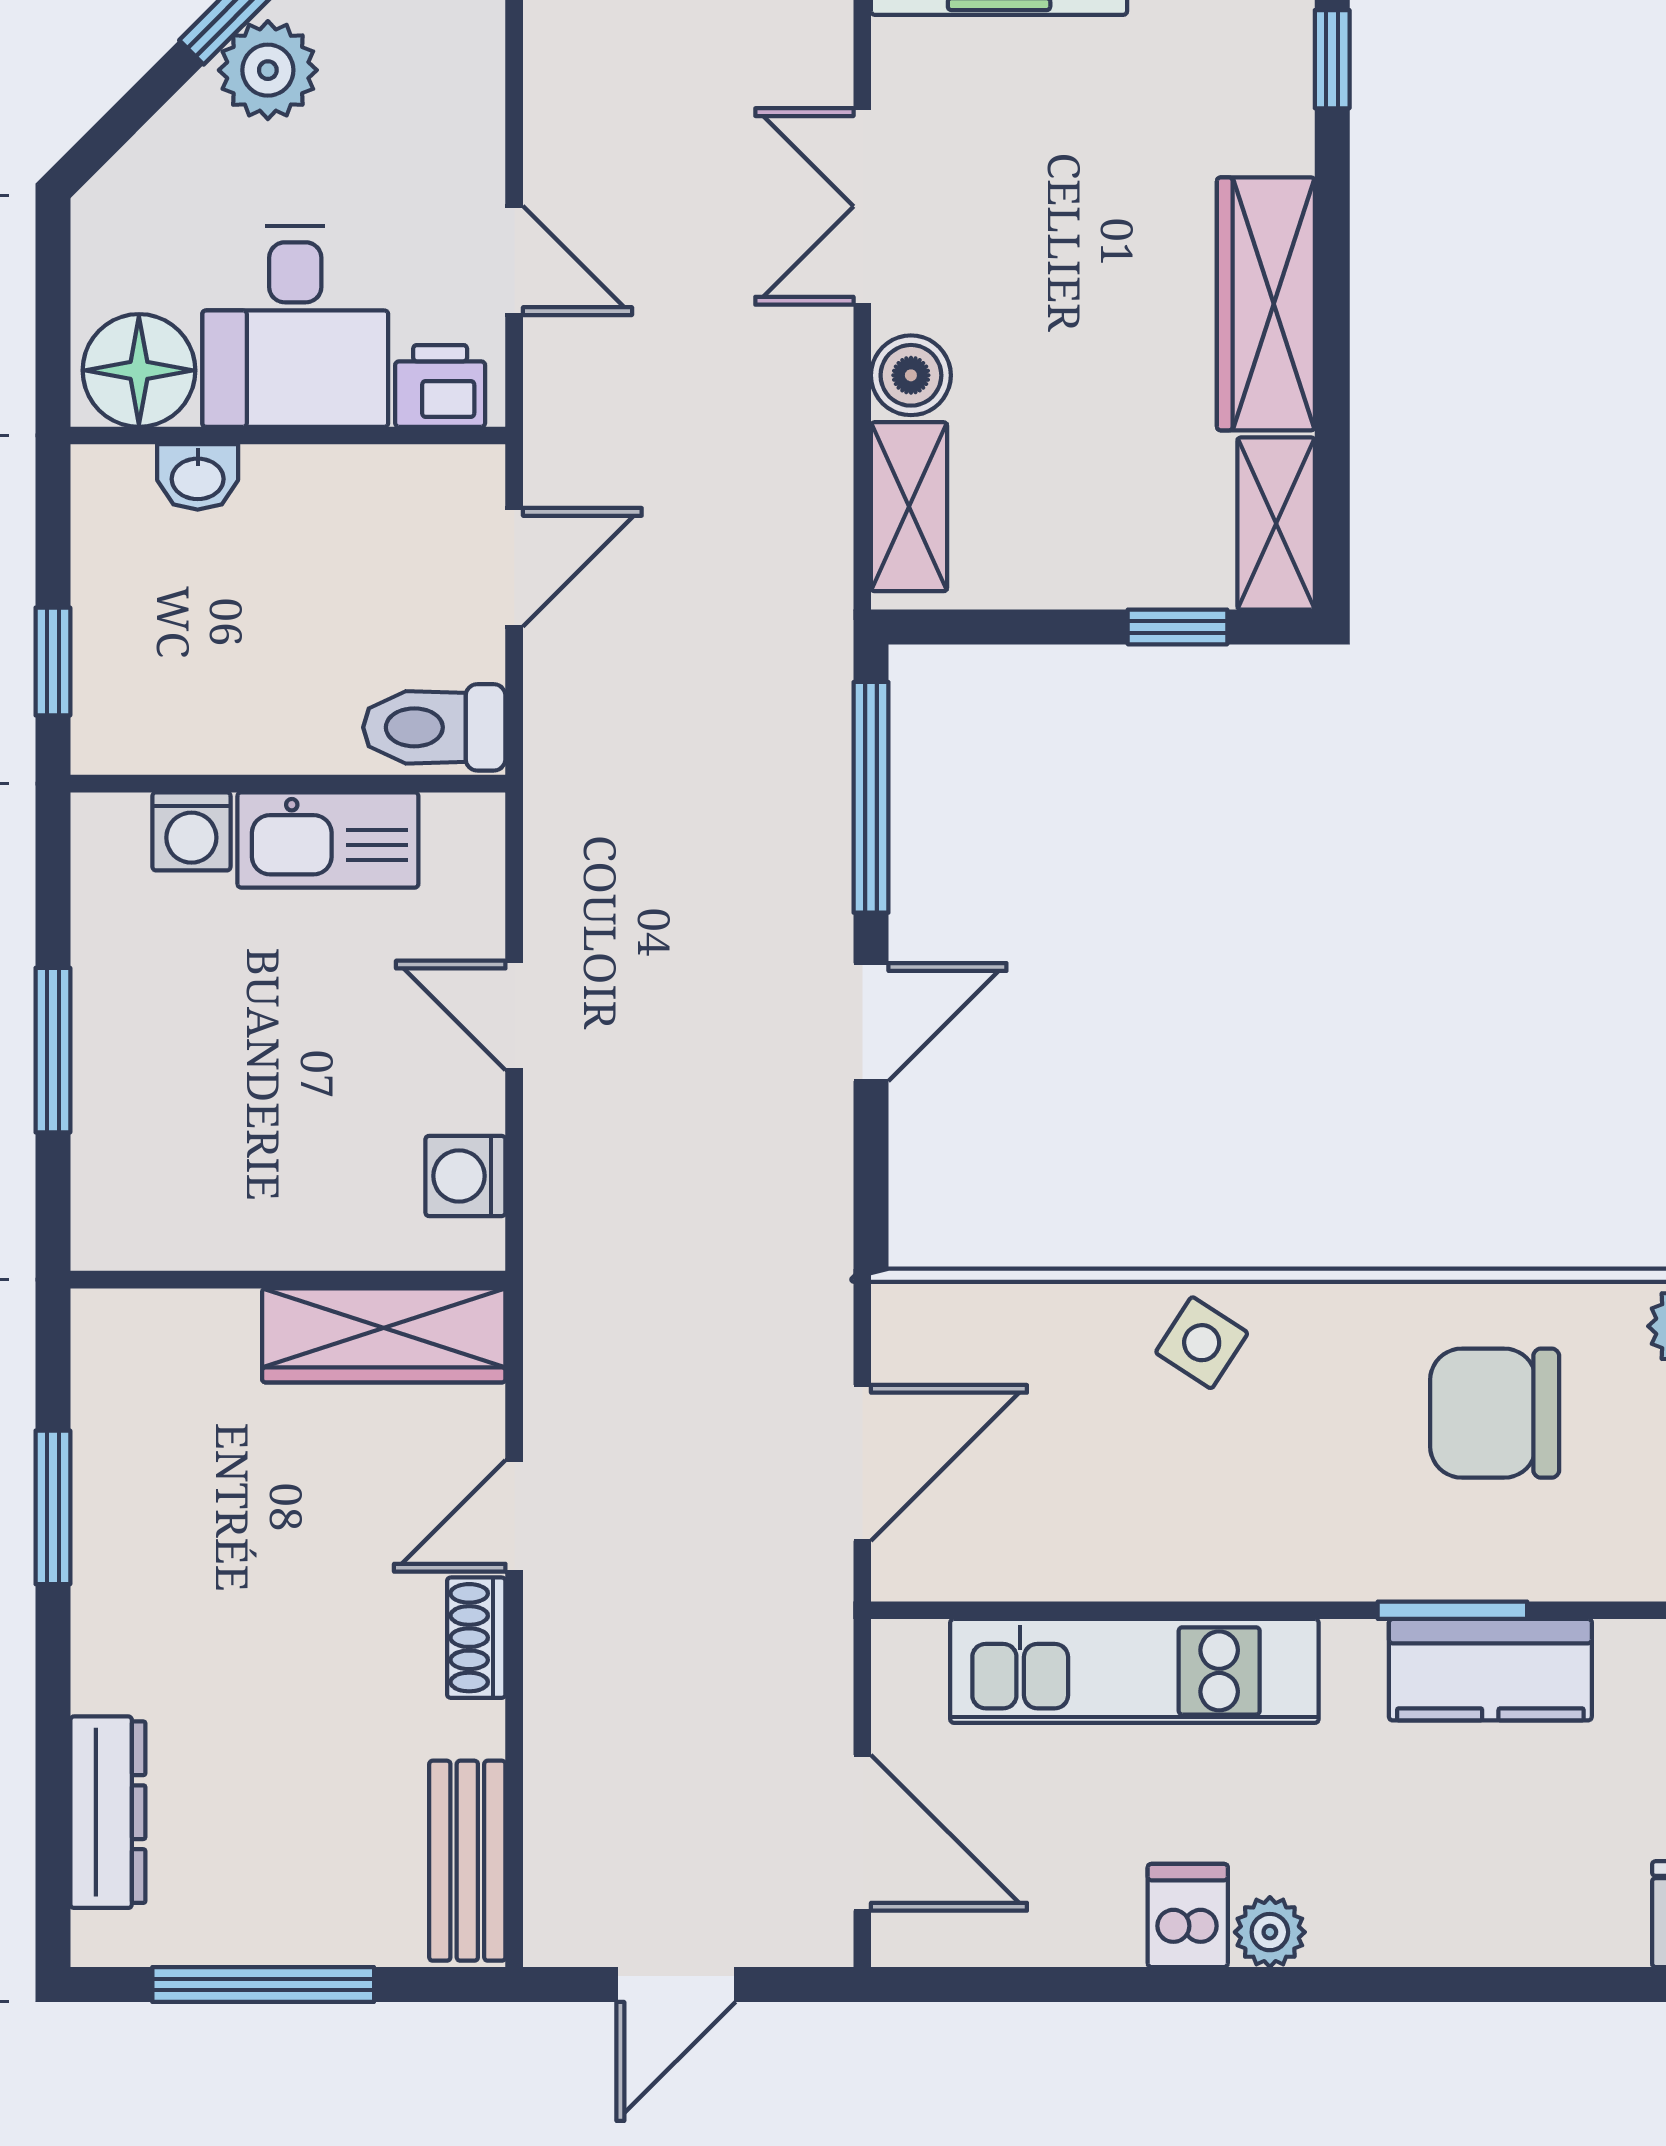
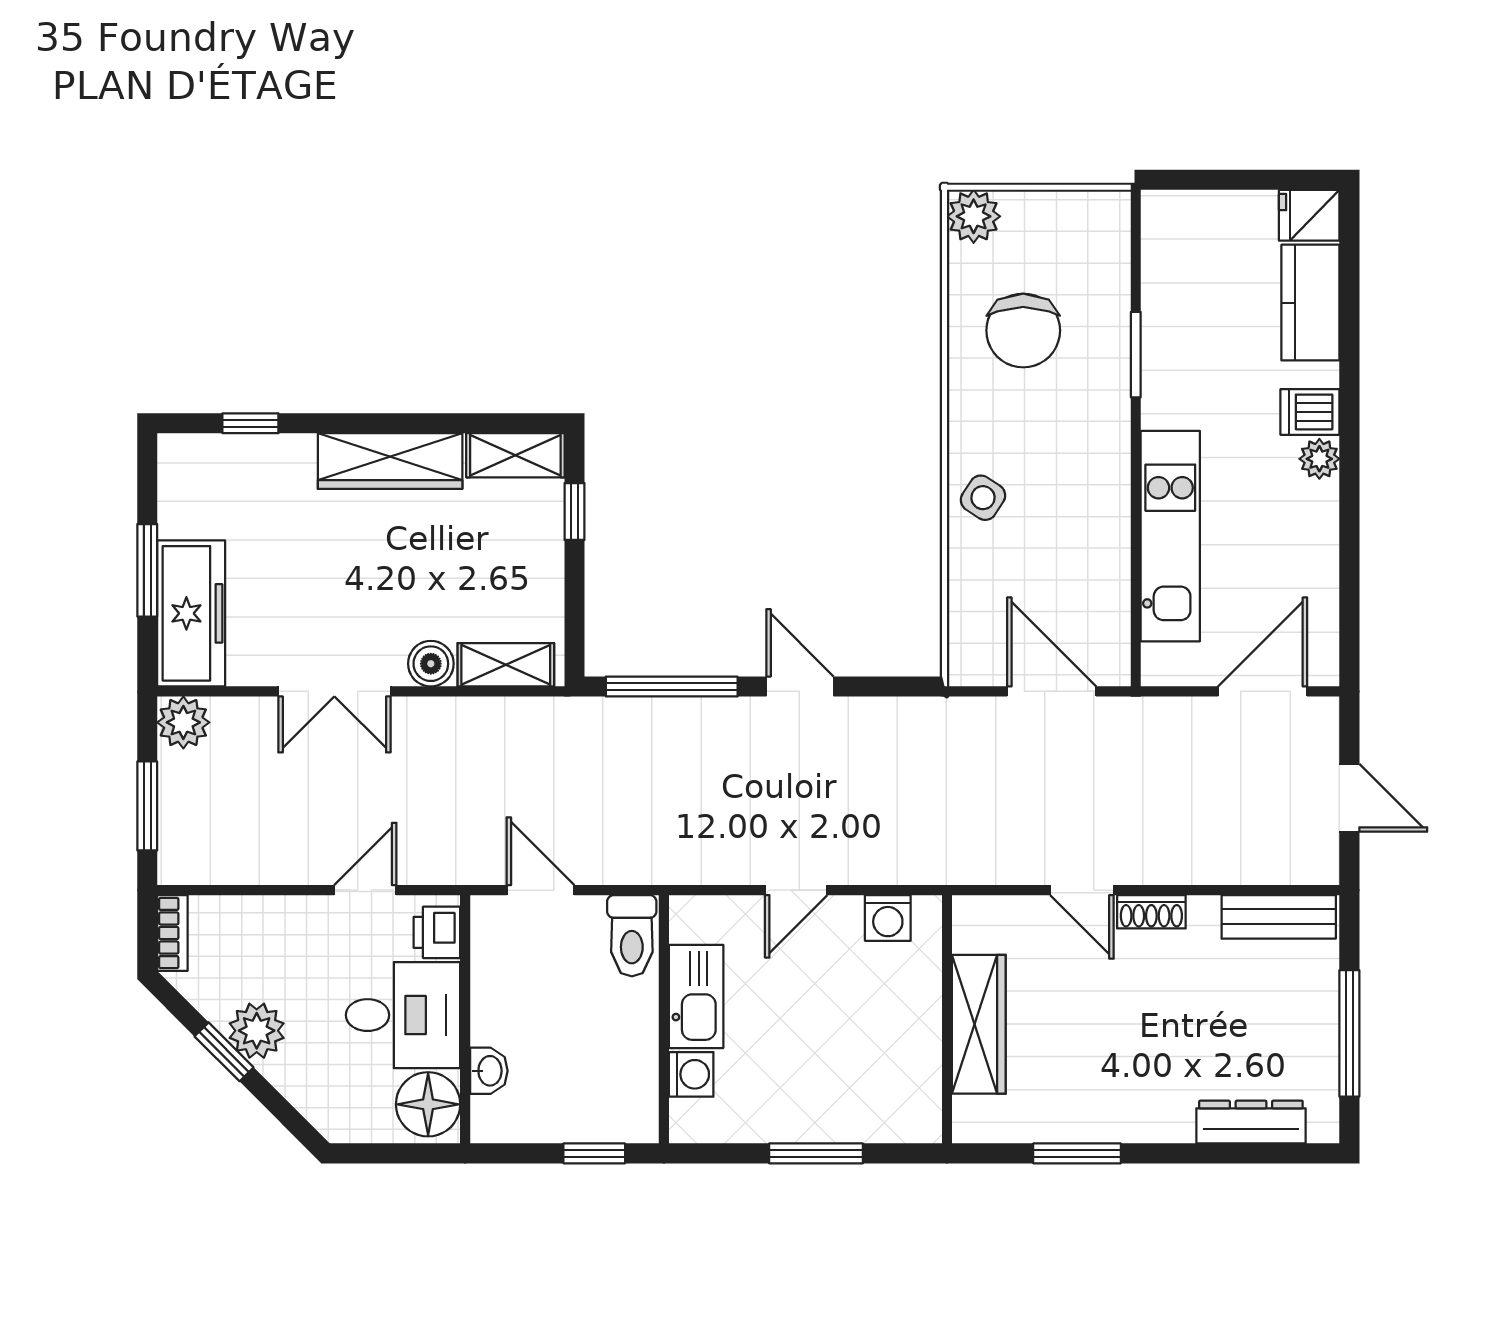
wardrobe: (384, 1335) -> (979, 1024), moved
kitchen counter: (1490, 1670) -> (1310, 303), moved, turned 180
dishwasher: (1188, 1915) -> (1310, 412), moved

